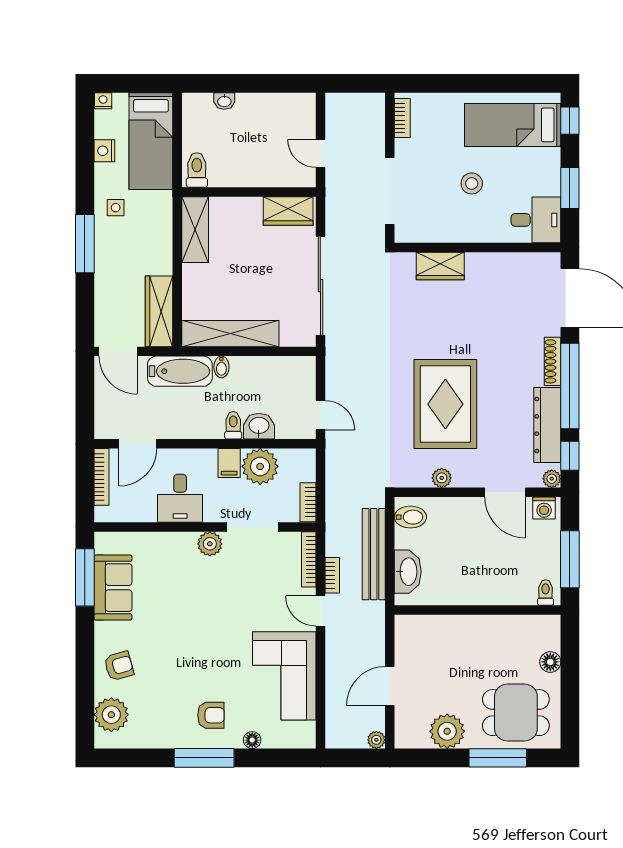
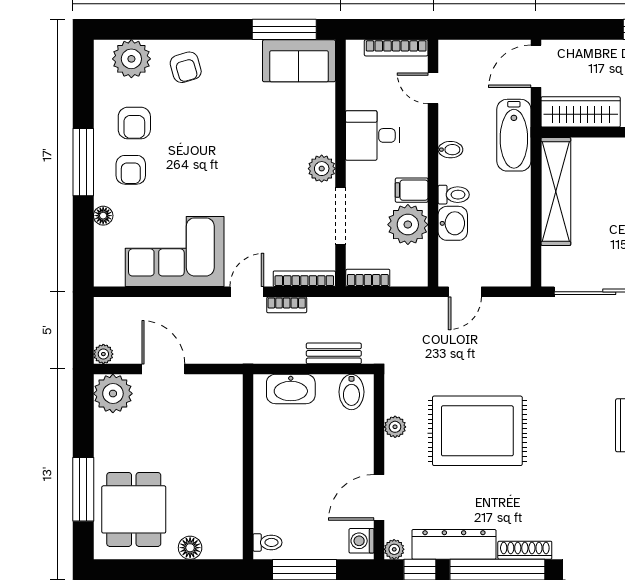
bidet: (221, 367) -> (450, 150), moved, turned 180
door: (138, 444) -> (433, 88), width x0.73
bench: (374, 554) -> (334, 353), width x0.54, depth x0.82
sofa: (113, 588) -> (299, 61), moved
armchair: (169, 712) -> (134, 123), added
plant: (447, 731) -> (113, 394), moved

